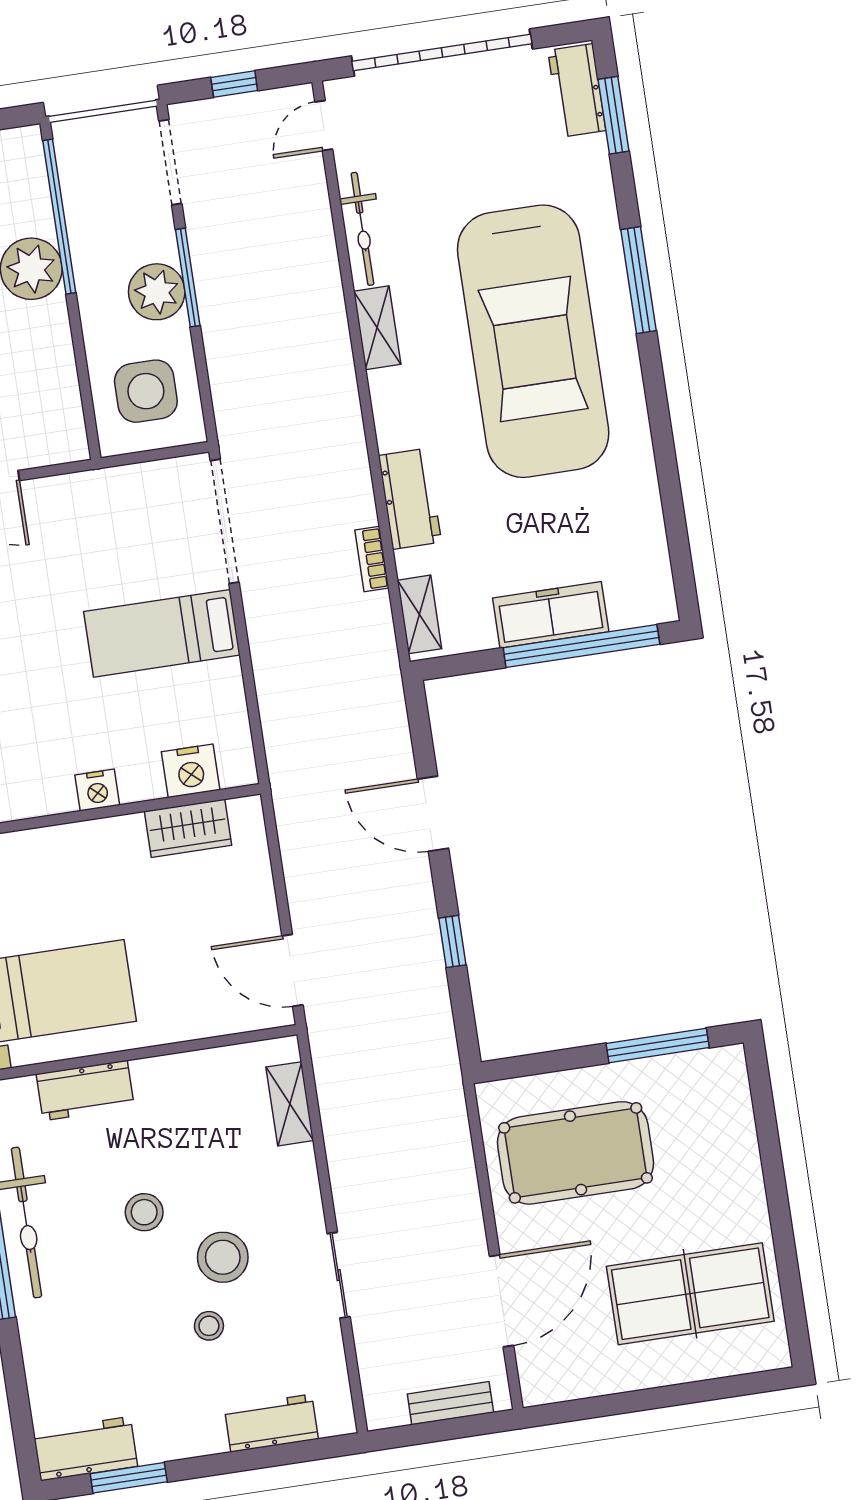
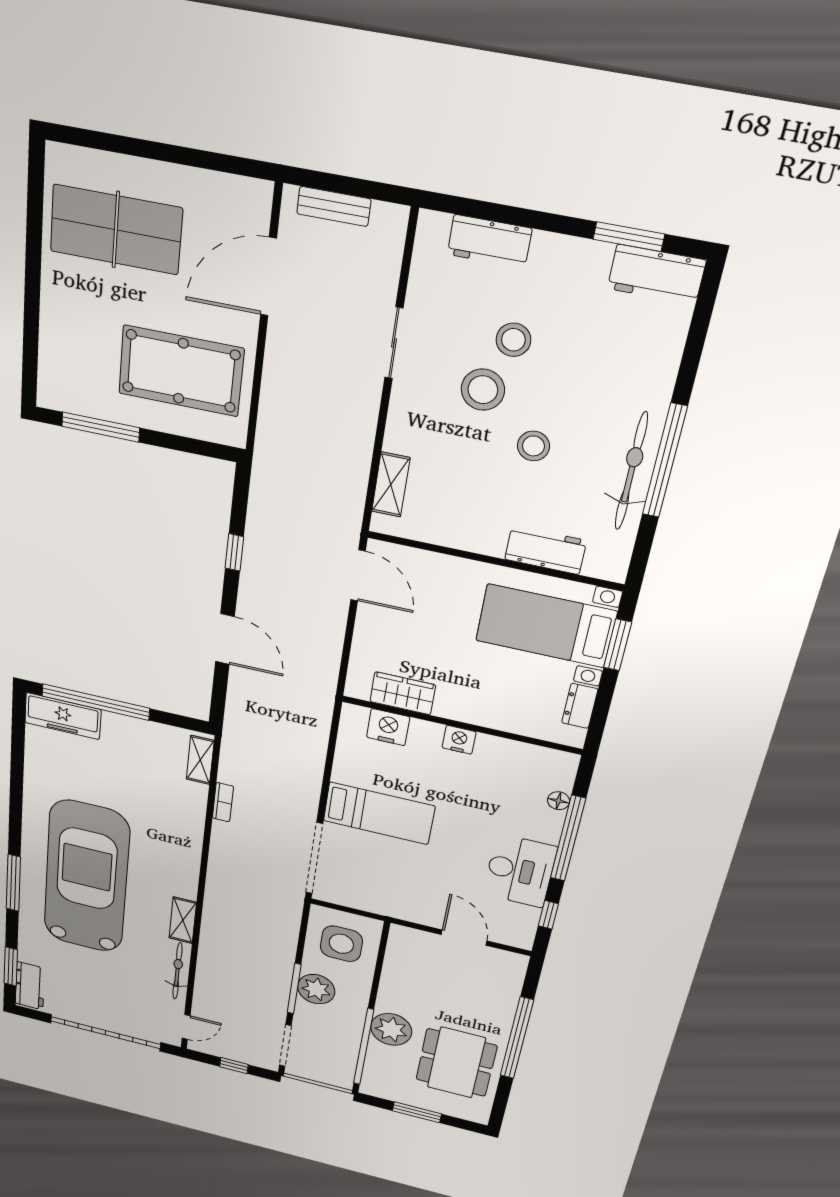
workbench: (410, 499) -> (188, 825), removed
freezer: (551, 615) -> (63, 716), moved
stool: (209, 1326) -> (513, 340), width x1.37, depth x1.37

